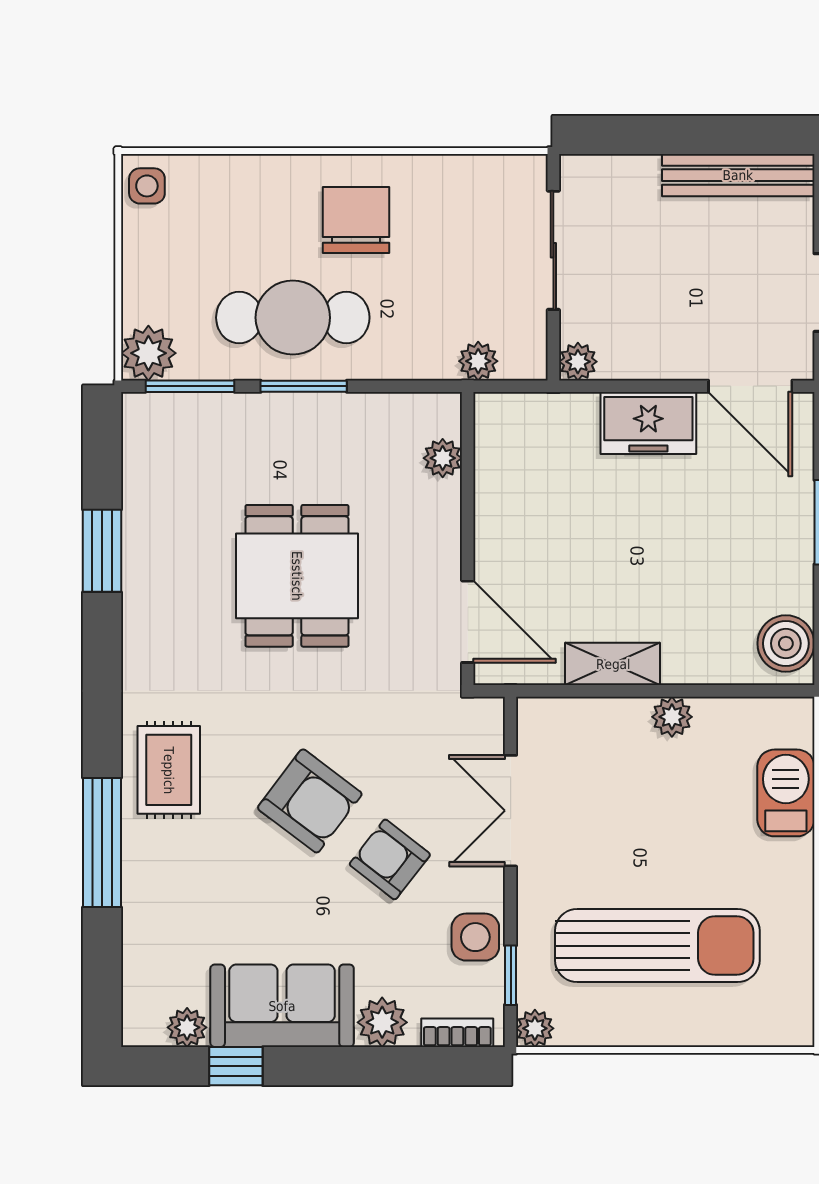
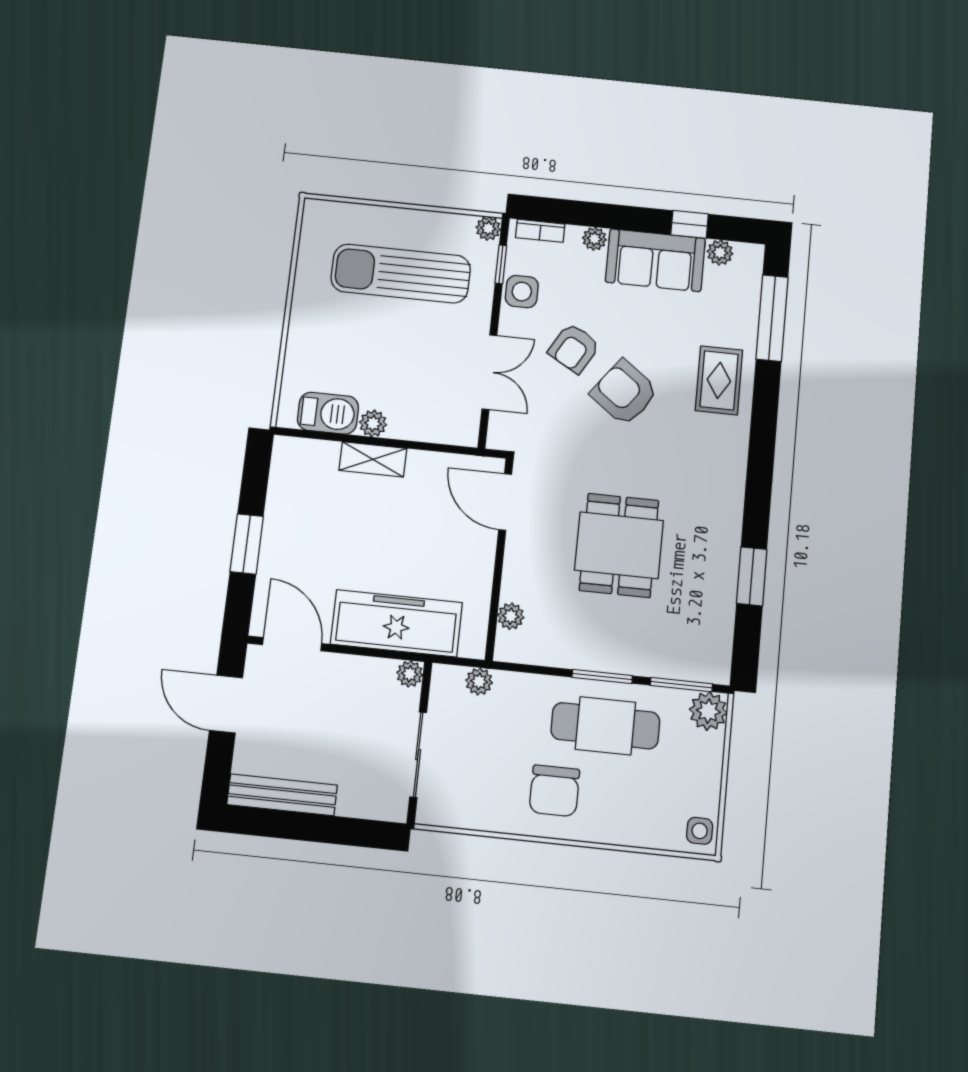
freezer: (648, 423) -> (396, 623), width x1.91, depth x1.26
boiler: (786, 643) -> (290, 465), removed
shelving: (613, 664) -> (373, 459), moved
rug: (169, 770) -> (719, 380), moved
barbecue: (786, 793) -> (328, 413), moved, turned -90
window: (102, 842) -> (772, 318), moved
armchair: (390, 859) -> (574, 348), turned 82
plant: (382, 1022) -> (594, 239), width x0.73, depth x0.73

